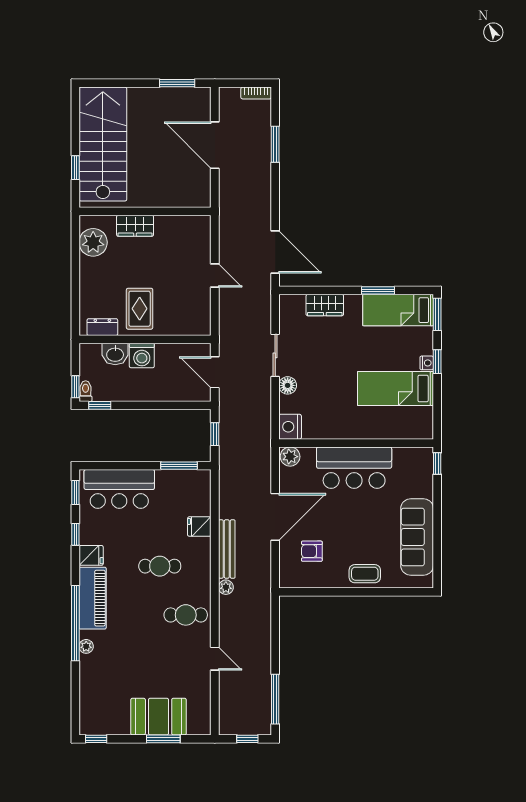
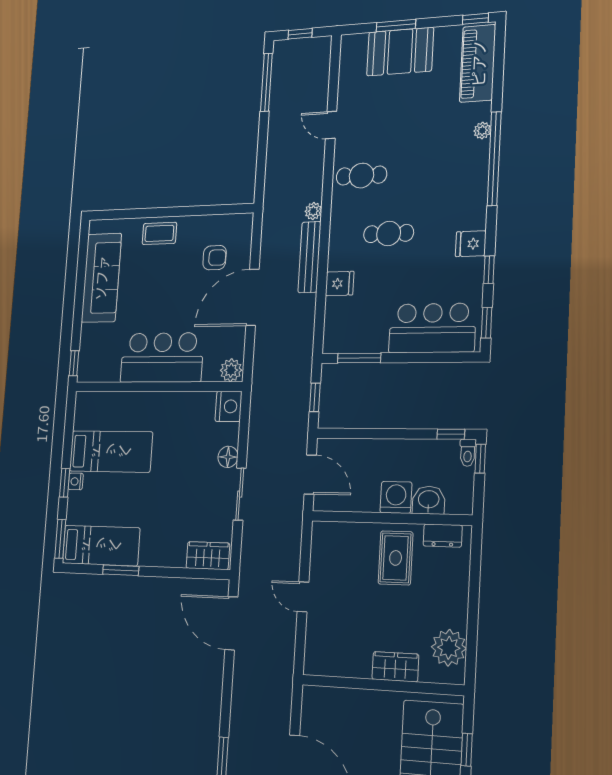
wardrobe: (325, 305) -> (208, 556), moved
piano: (93, 598) -> (478, 63), moved

